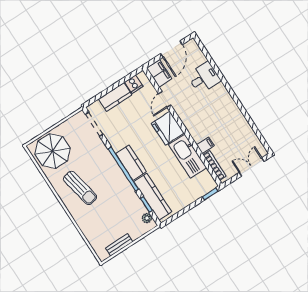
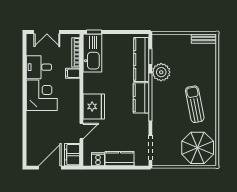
desk: (204, 78) -> (39, 67), moved
corner desk: (220, 108) -> (42, 95), added
kitchen sink: (188, 156) -> (92, 53), moved
plant: (147, 218) -> (161, 72), moved, width x1.87, depth x1.87
bench: (119, 245) -> (204, 39), moved

